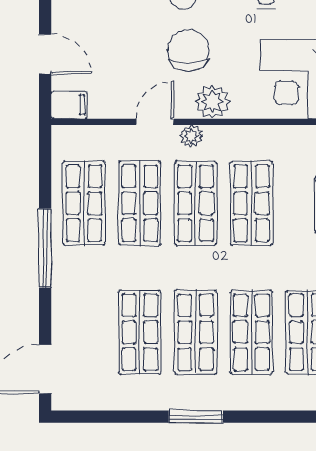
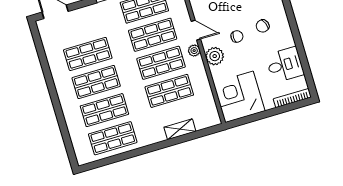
chair: (189, 50) -> (237, 36), width x0.54, depth x0.54
window: (196, 417) -> (54, 95), removed

